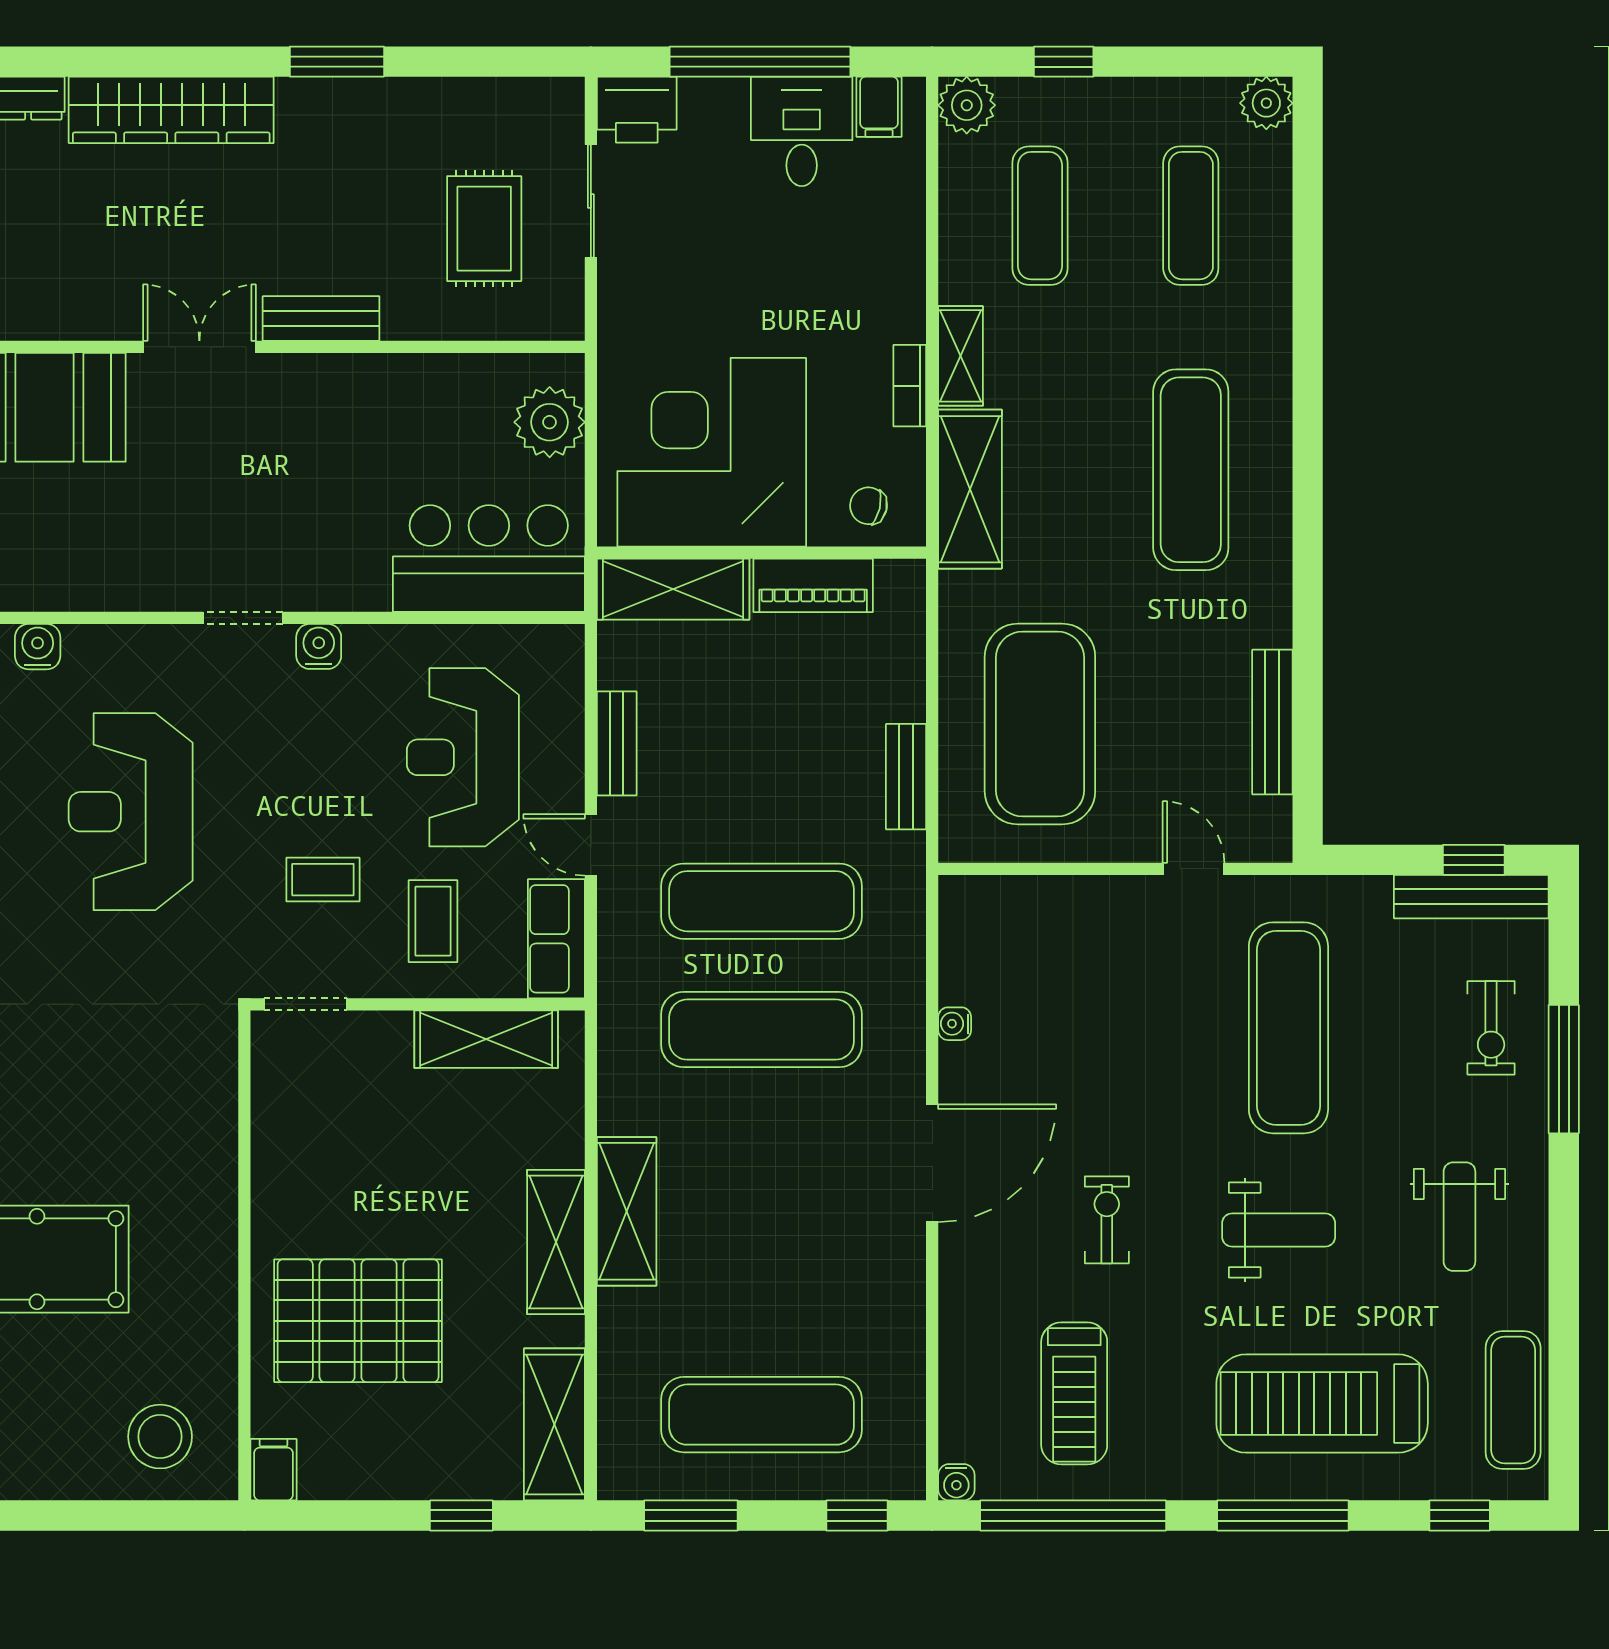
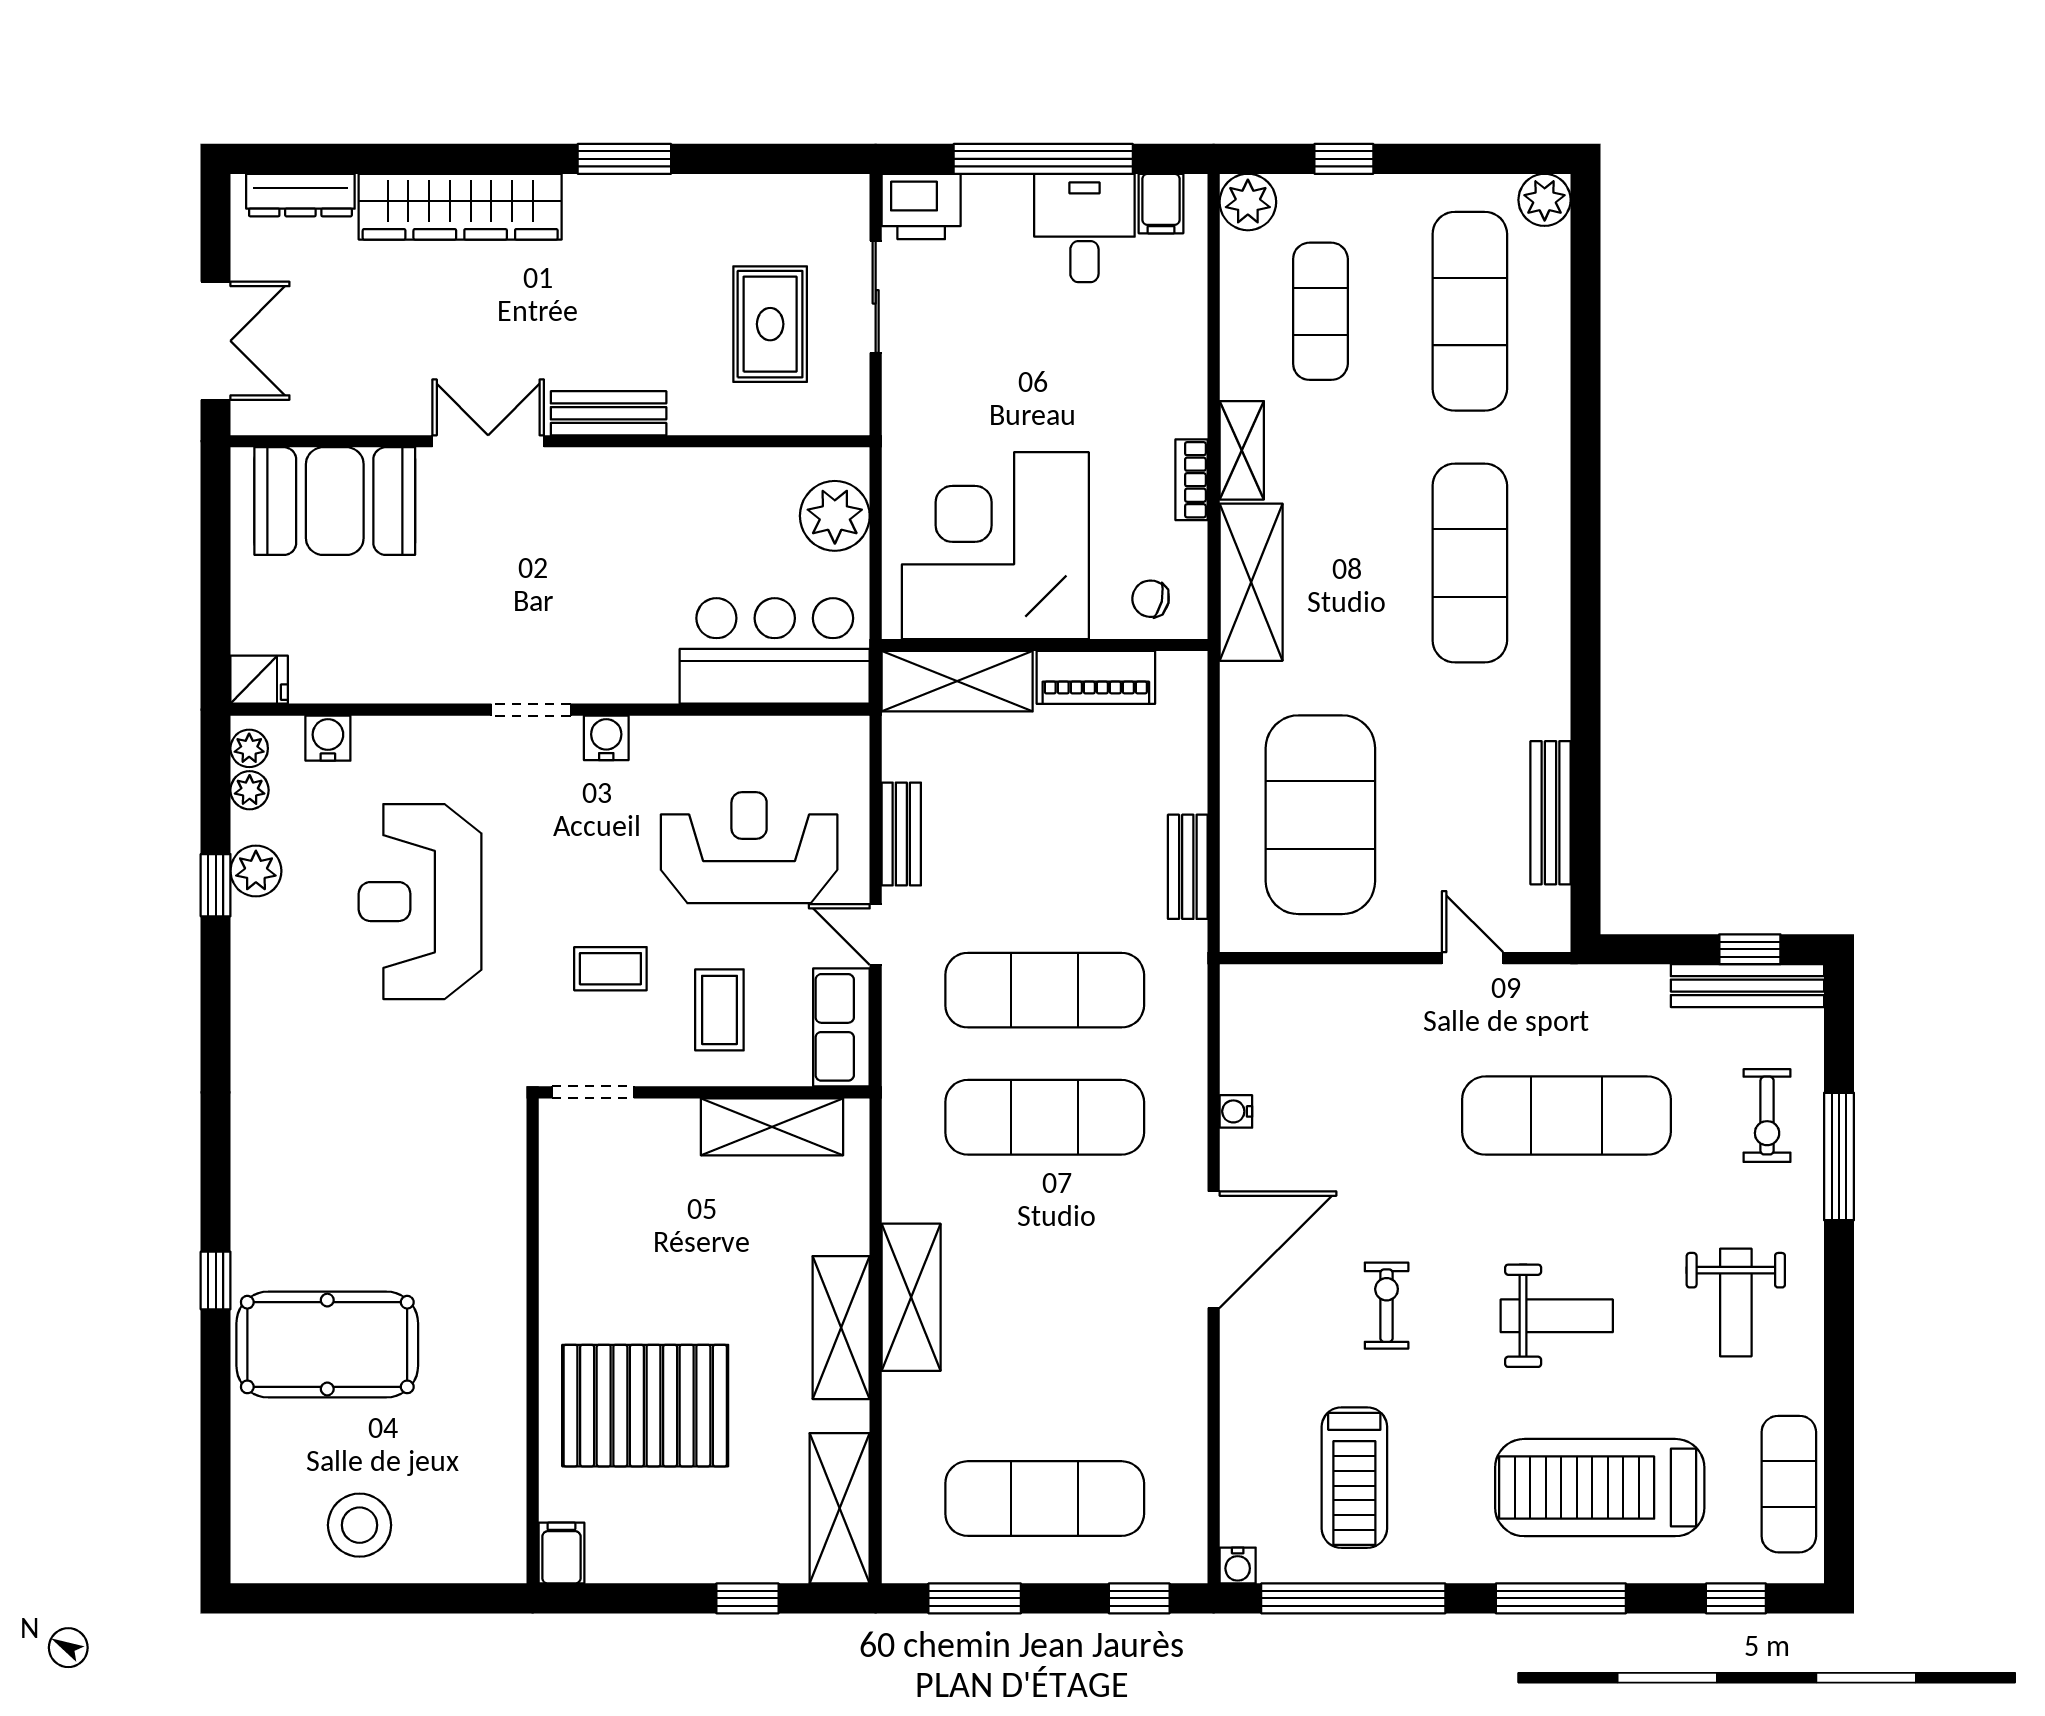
exercise mat: (1191, 216) -> (1470, 311), width x1.36, depth x1.45
reception desk: (463, 757) -> (749, 848), turned 90
exercise mat: (1288, 1028) -> (1566, 1116), turned 90
stool: (160, 1437) -> (360, 1525), moved

